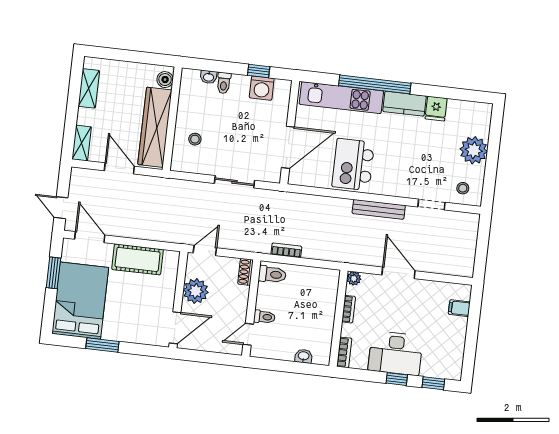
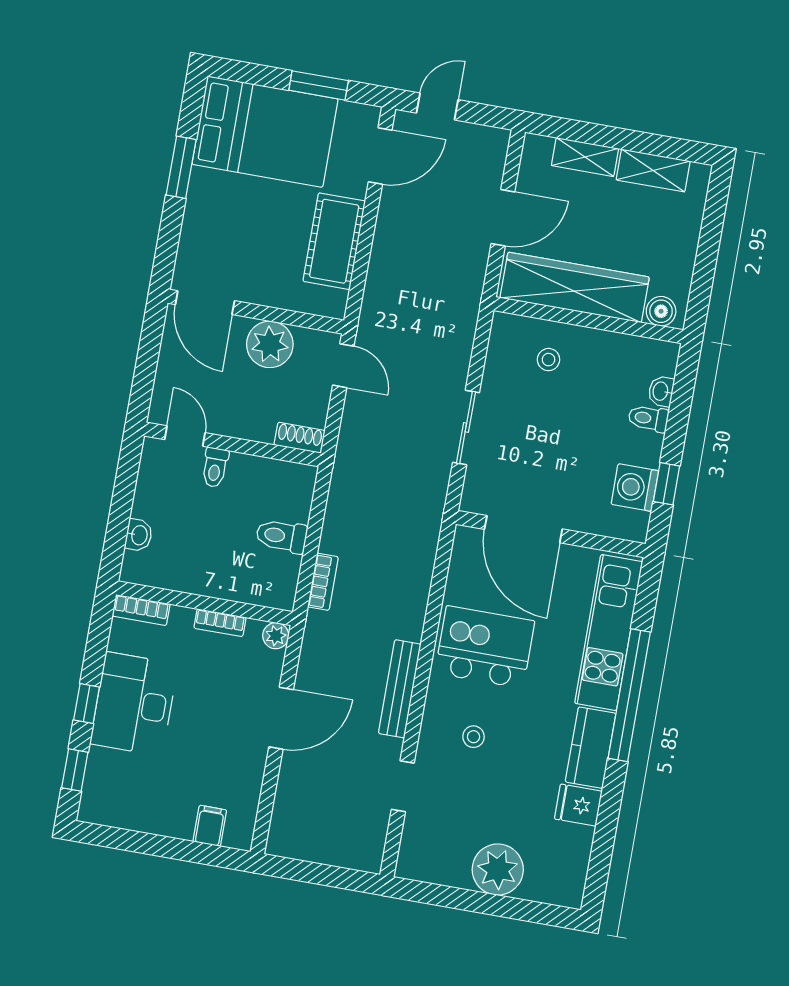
shelving: (82, 143) -> (585, 157), moved
stool: (463, 188) -> (474, 737), moved
bookcase: (286, 250) -> (323, 582), moved
toilet: (272, 274) -> (281, 536), moved, turned 90

